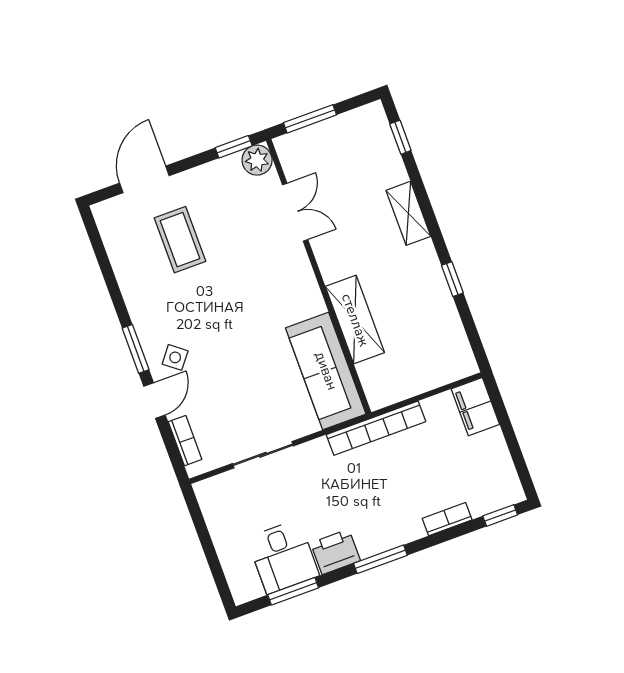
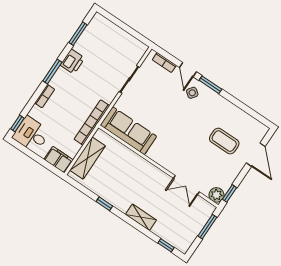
shelving: (355, 320) -> (88, 158), moved, turned 90
bookcase: (447, 519) -> (45, 96), moved
desk: (283, 557) -> (31, 134), moved

